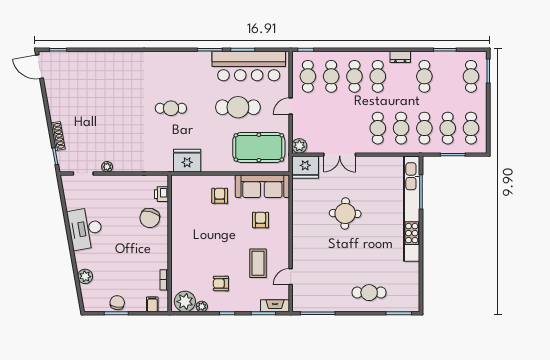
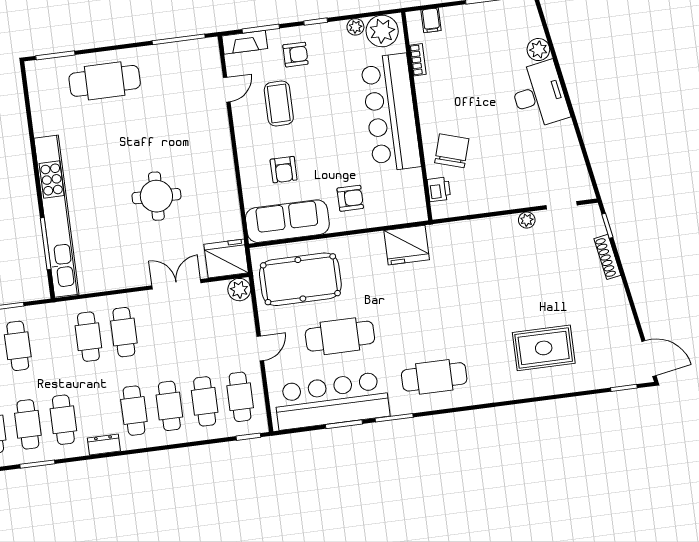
rug: (107, 82) -> (544, 348), added
cafe table: (171, 108) -> (434, 377), moved, width x1.37, depth x1.35
cafe table: (424, 128) -> (28, 424), moved
armchair: (220, 196) -> (350, 198), turned -90
desk: (85, 229) -> (539, 95), moved
bar counter: (186, 248) -> (391, 113), added
armchair: (221, 283) -> (295, 55), moved
cafe table: (369, 293) -> (105, 81), width x1.37, depth x1.35
chair: (117, 303) -> (485, 16), removed

